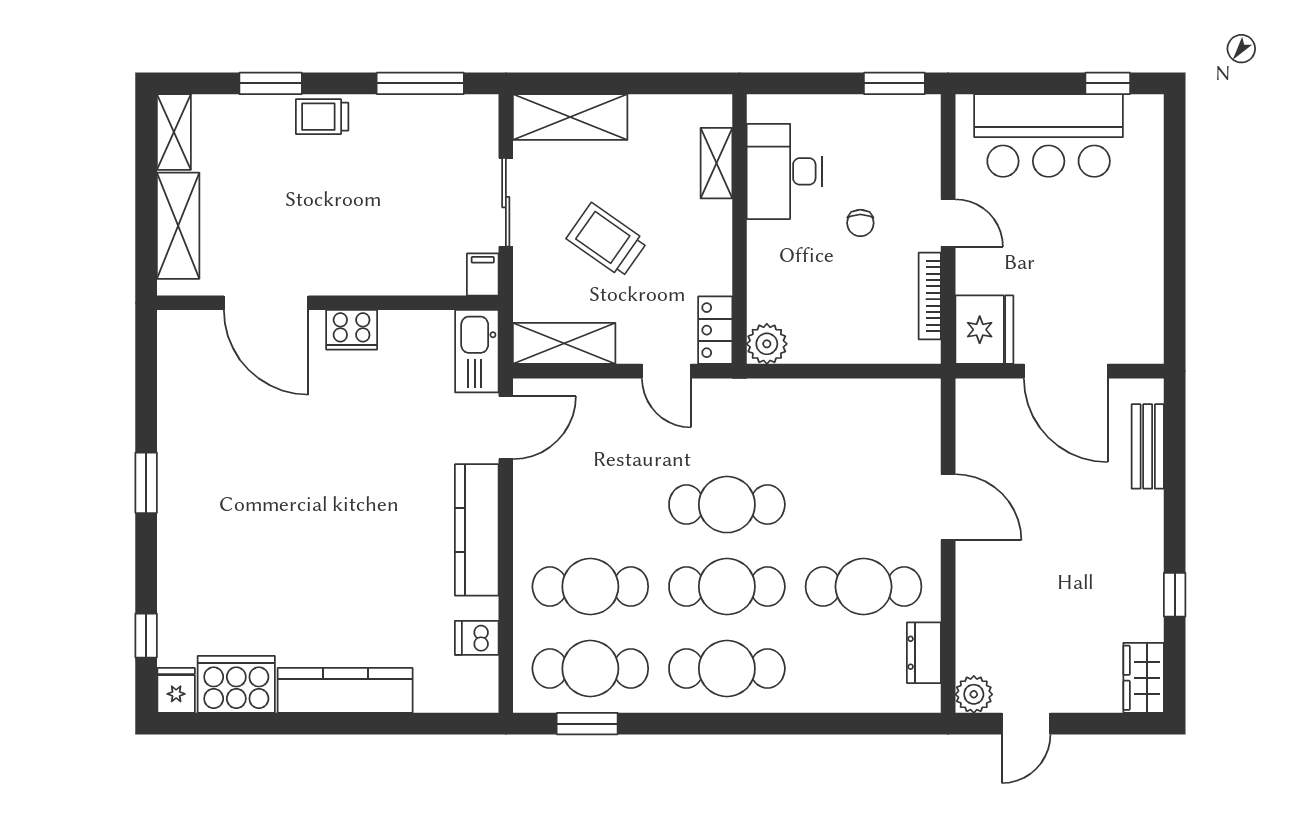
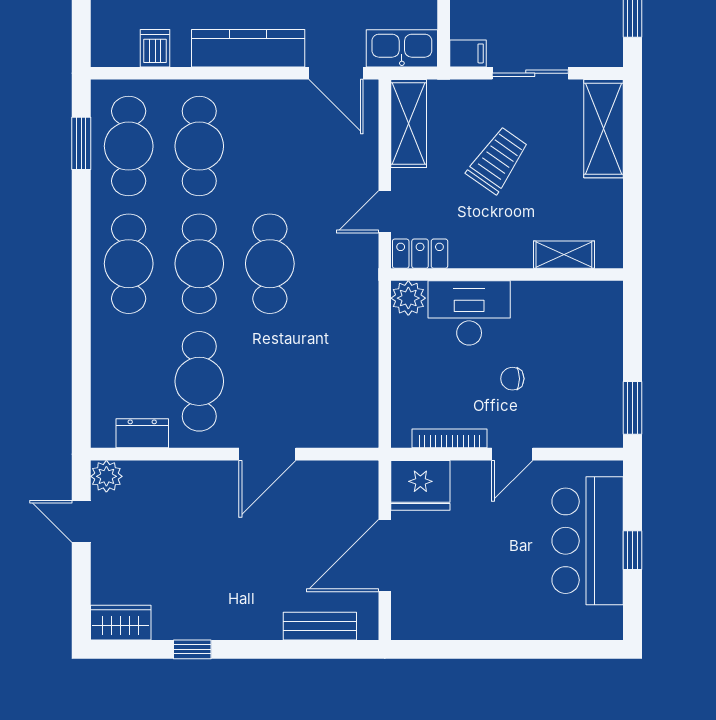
window: (1108, 83) -> (633, 550), moved
desk: (784, 171) -> (469, 313), moved

